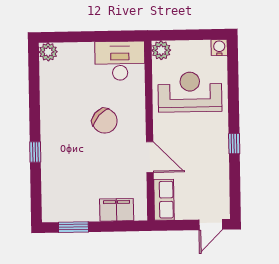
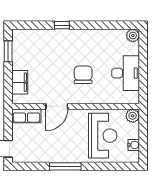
water cooler: (219, 48) -> (134, 145), moved
desk: (120, 61) -> (126, 73), moved
chair: (105, 121) -> (83, 75), turned 138
window: (234, 144) -> (65, 166), width x2.17

